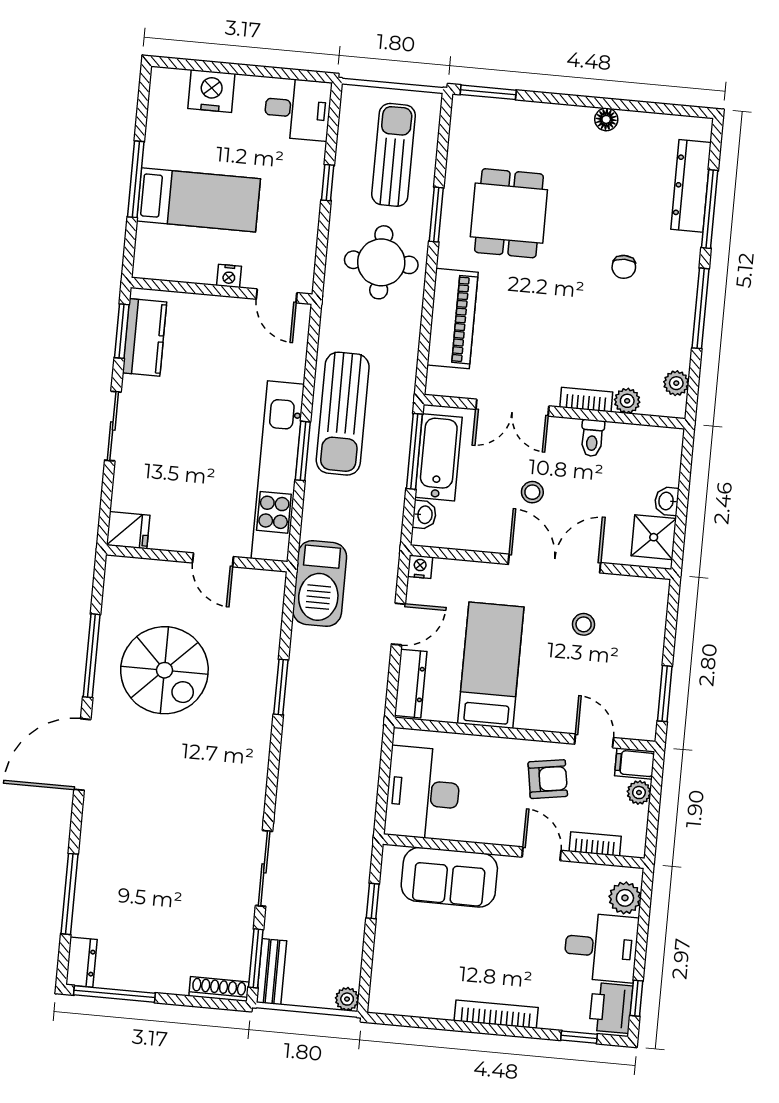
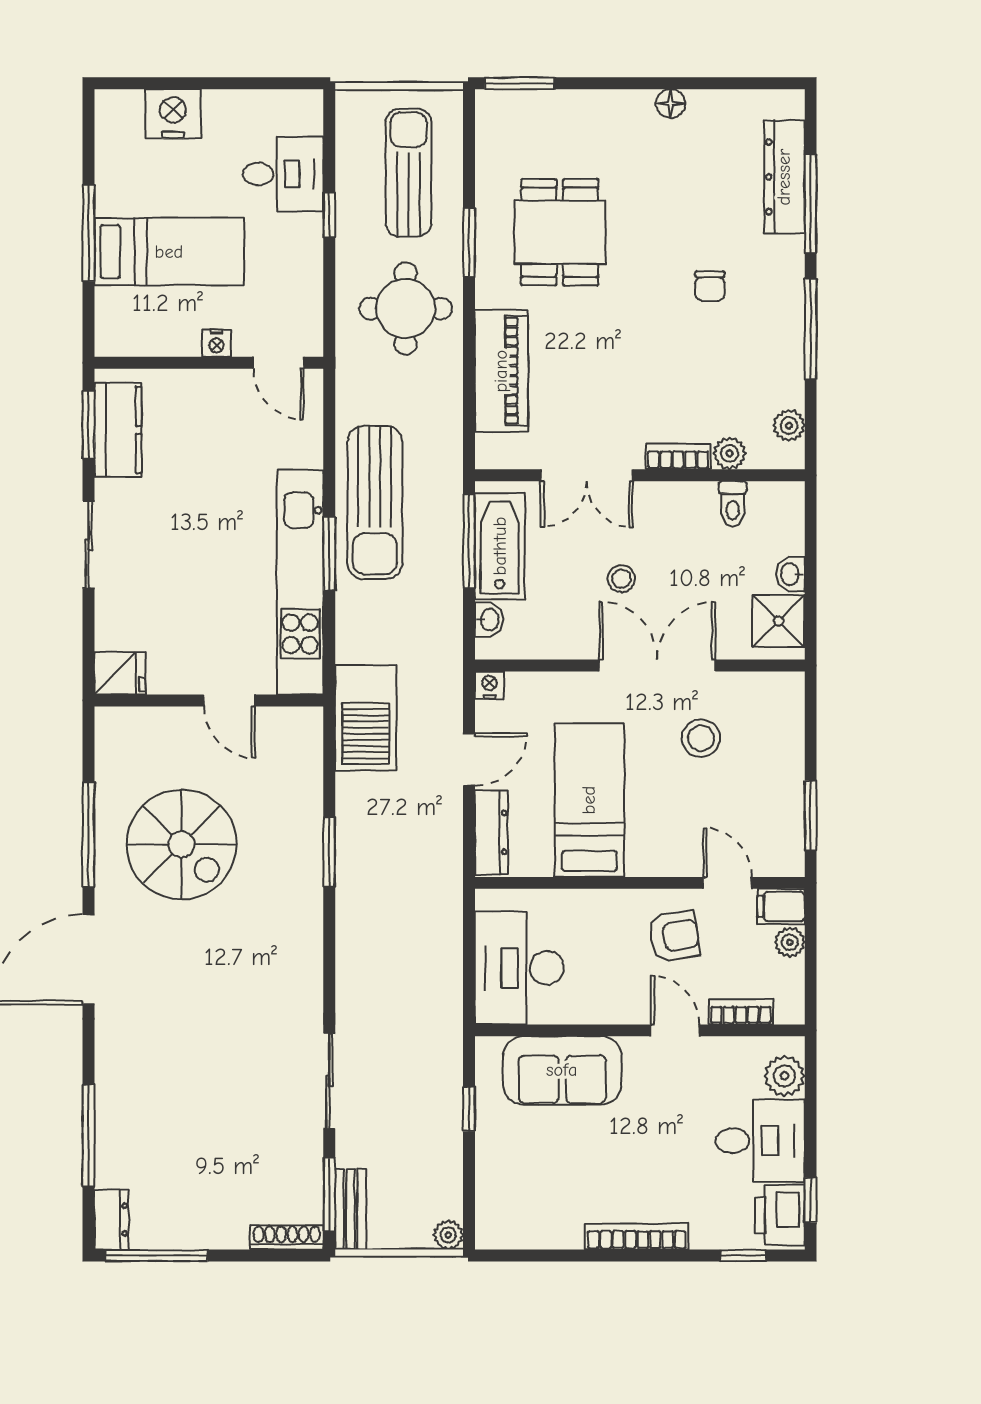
desk: (298, 109) -> (283, 174), moved
toilet: (592, 438) -> (733, 504), moved
stool: (584, 624) -> (701, 738), width x1.37, depth x1.37

